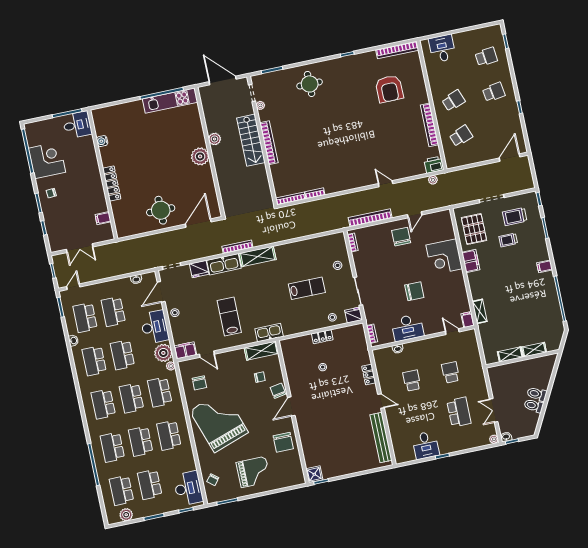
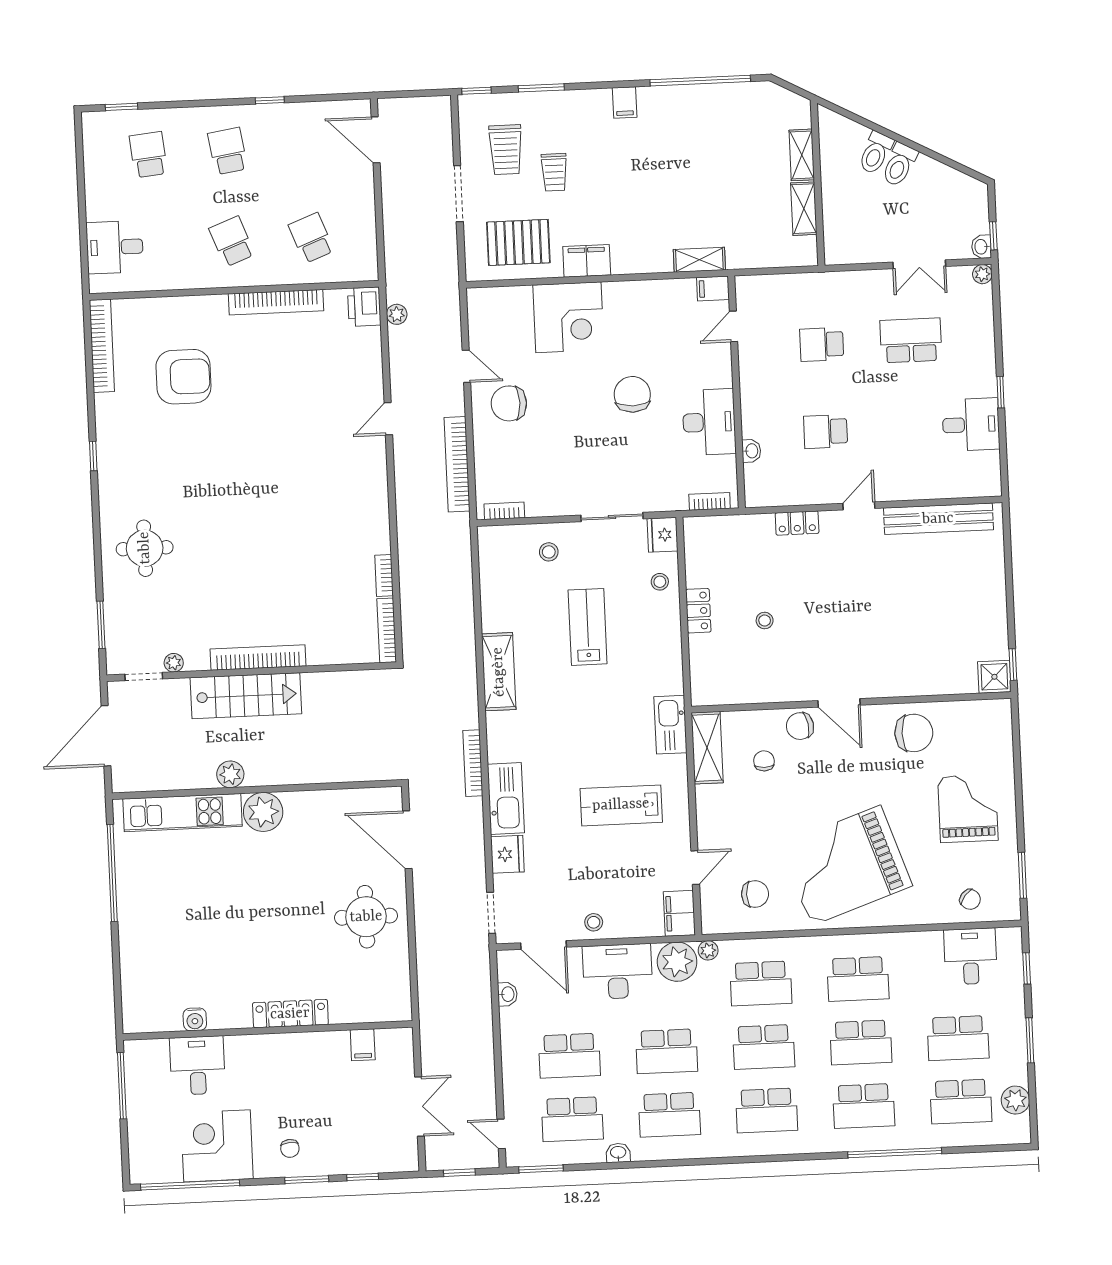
kitchen unit: (170, 101) -> (183, 813), moved, turned 90
desk: (77, 125) -> (197, 1066), moved
shelving: (258, 256) -> (499, 672), moved
toilet: (534, 406) -> (876, 153), moved
desk: (188, 488) -> (970, 956), width x0.73

